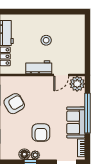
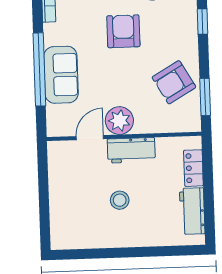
plant: (77, 84) -> (119, 121), moved
sofa: (76, 122) -> (61, 75), moved

